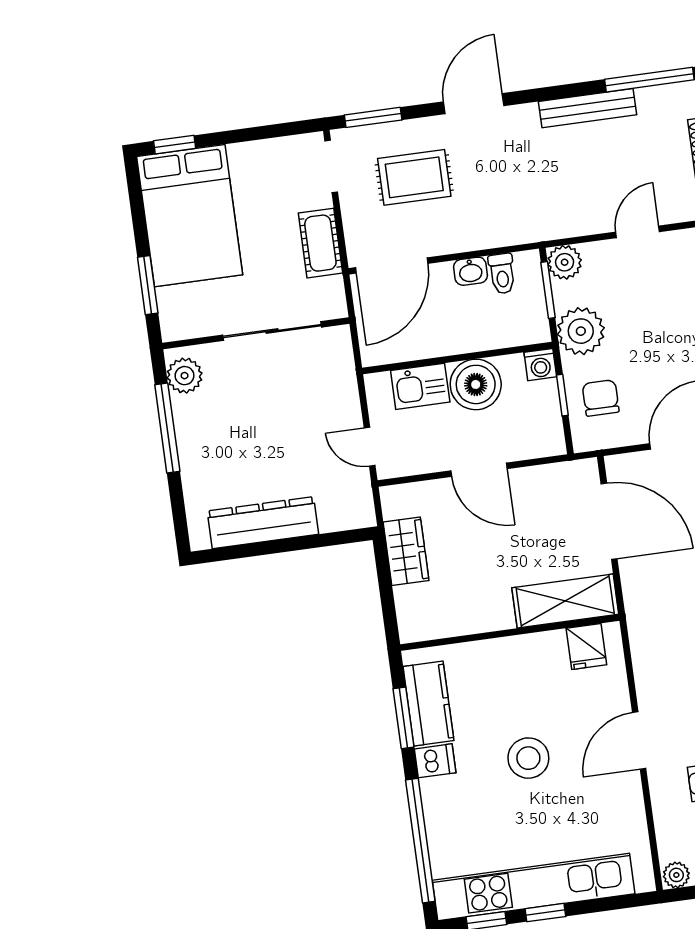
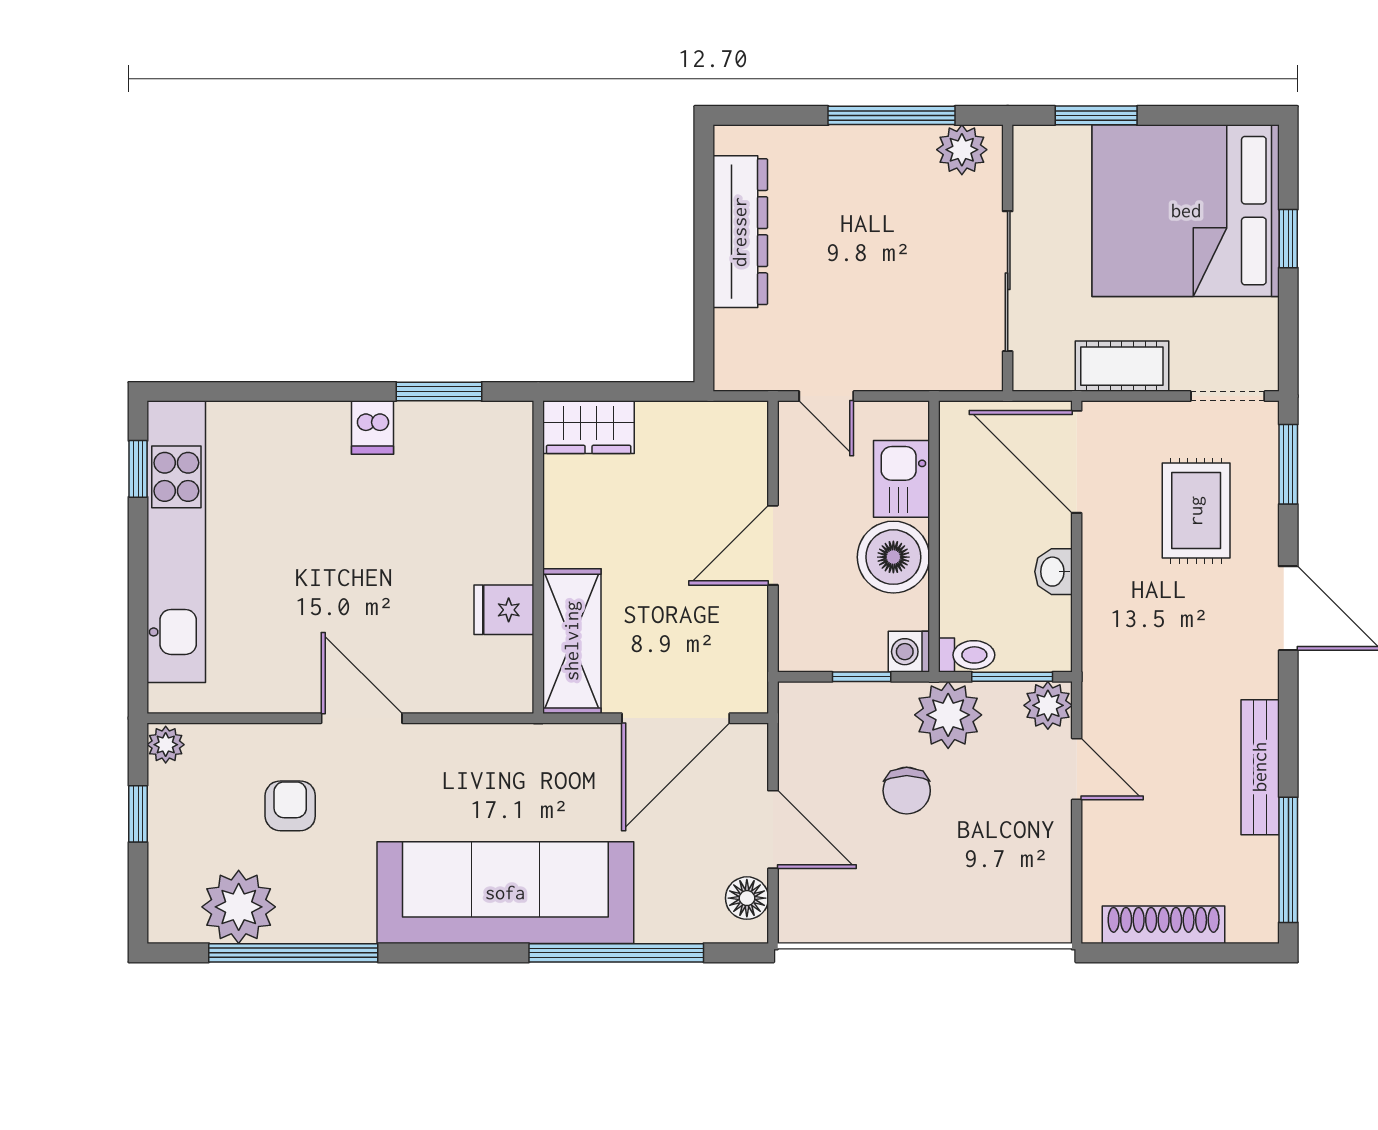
window: (175, 145) -> (1288, 239), moved
bed: (190, 216) -> (1186, 211), width x1.36
door: (638, 232) -> (1077, 769), moved
toilet: (502, 274) -> (967, 655), moved, turned 180
chair: (601, 398) -> (907, 791), moved, turned 90
door: (370, 447) -> (826, 396), swing flipped
wardrobe: (406, 551) -> (589, 427), moved
fridge: (586, 646) -> (504, 610), moved
kitchen counter: (428, 704) -> (454, 429), removed
stool: (528, 758) -> (358, 559), removed
window: (420, 841) -> (263, 391), removed
window: (545, 913) -> (138, 553), removed

